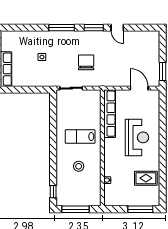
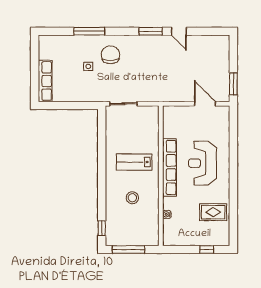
window: (62, 28) -> (89, 31), moved
chair: (86, 62) -> (110, 55), moved
row of seats: (110, 114) -> (170, 167), moved
reception desk: (137, 137) -> (203, 163), turned 180
window: (140, 209) -> (207, 249), width x0.46

